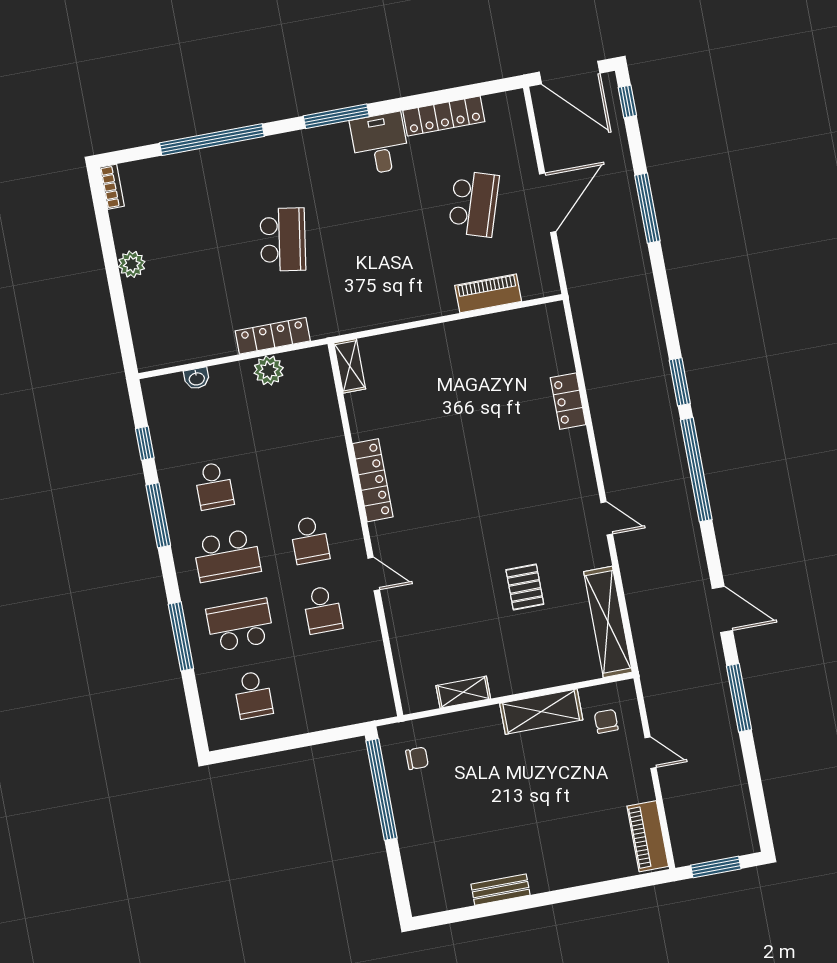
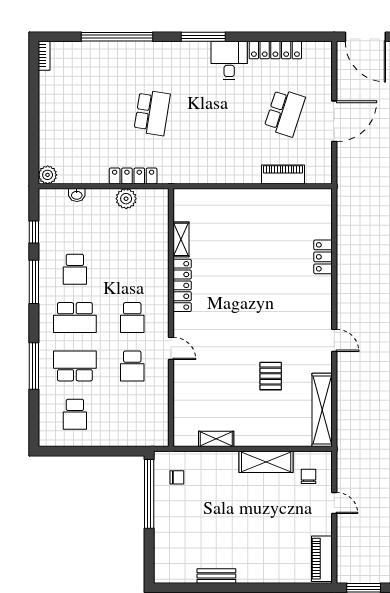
plant: (132, 264) -> (48, 175), moved
shelving: (350, 366) -> (181, 239), moved

